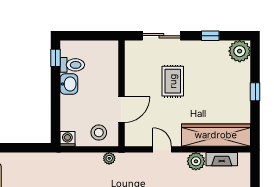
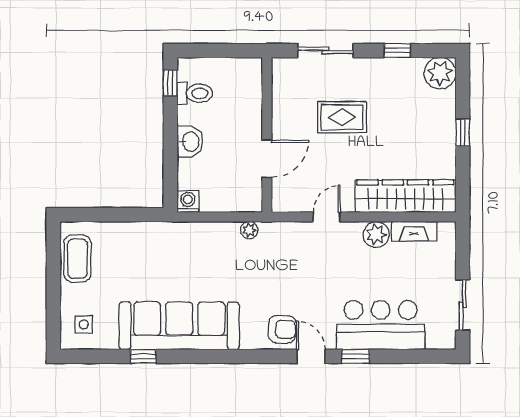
rug: (173, 81) -> (342, 117), turned 90
washbasin: (69, 84) -> (190, 142), moved
stool: (99, 133) -> (234, 192), removed
door: (162, 149) -> (327, 217), hinge flipped

